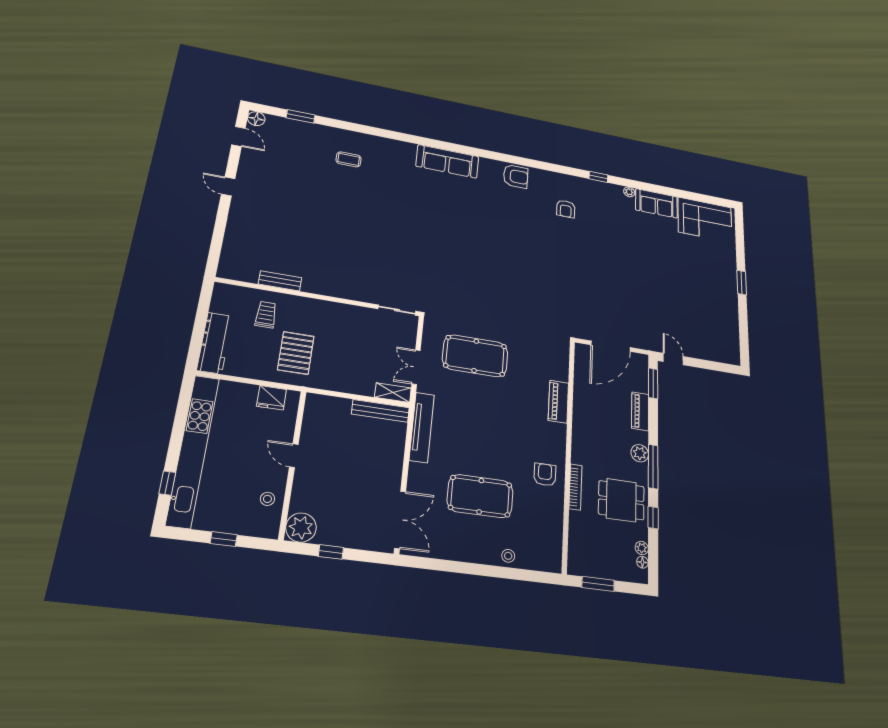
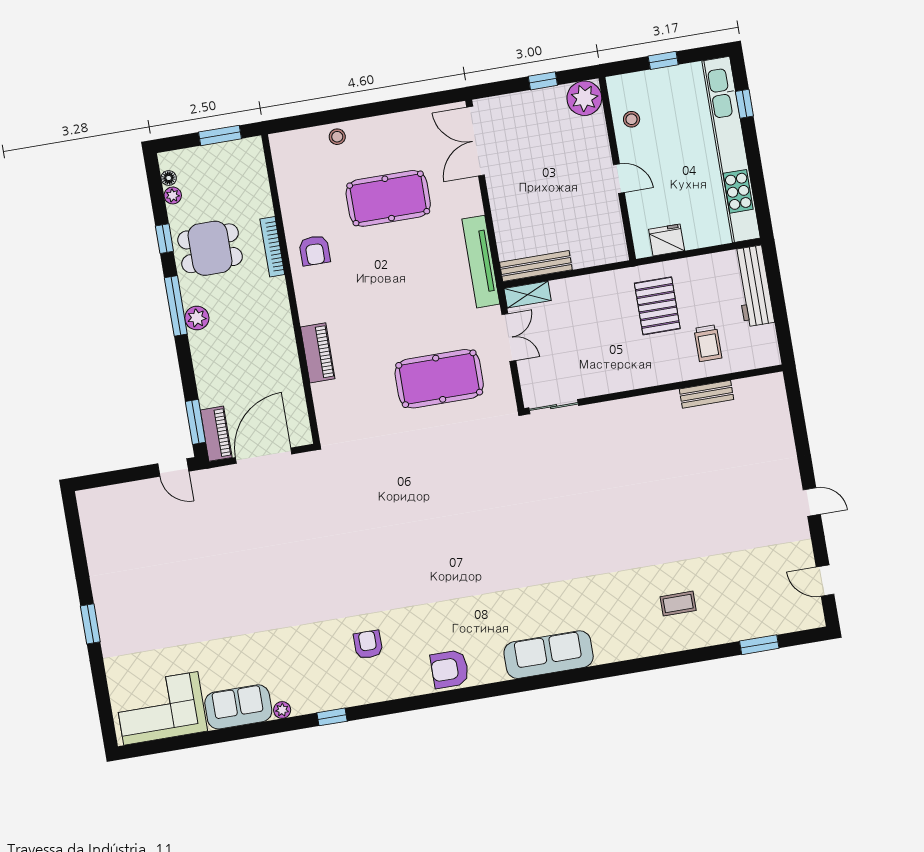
floor lamp: (256, 119) -> (813, 617), removed
piano: (640, 411) -> (216, 434), moved

